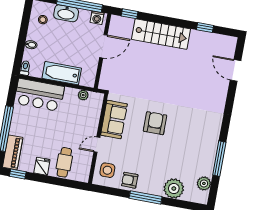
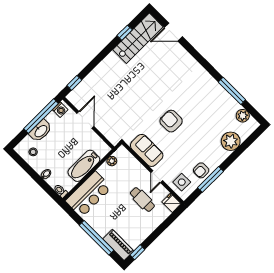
stairs: (161, 34) -> (138, 38), moved
cafe table: (64, 162) -> (142, 199), moved
fridge: (42, 166) -> (171, 203), moved
window: (146, 197) -> (211, 179), moved

